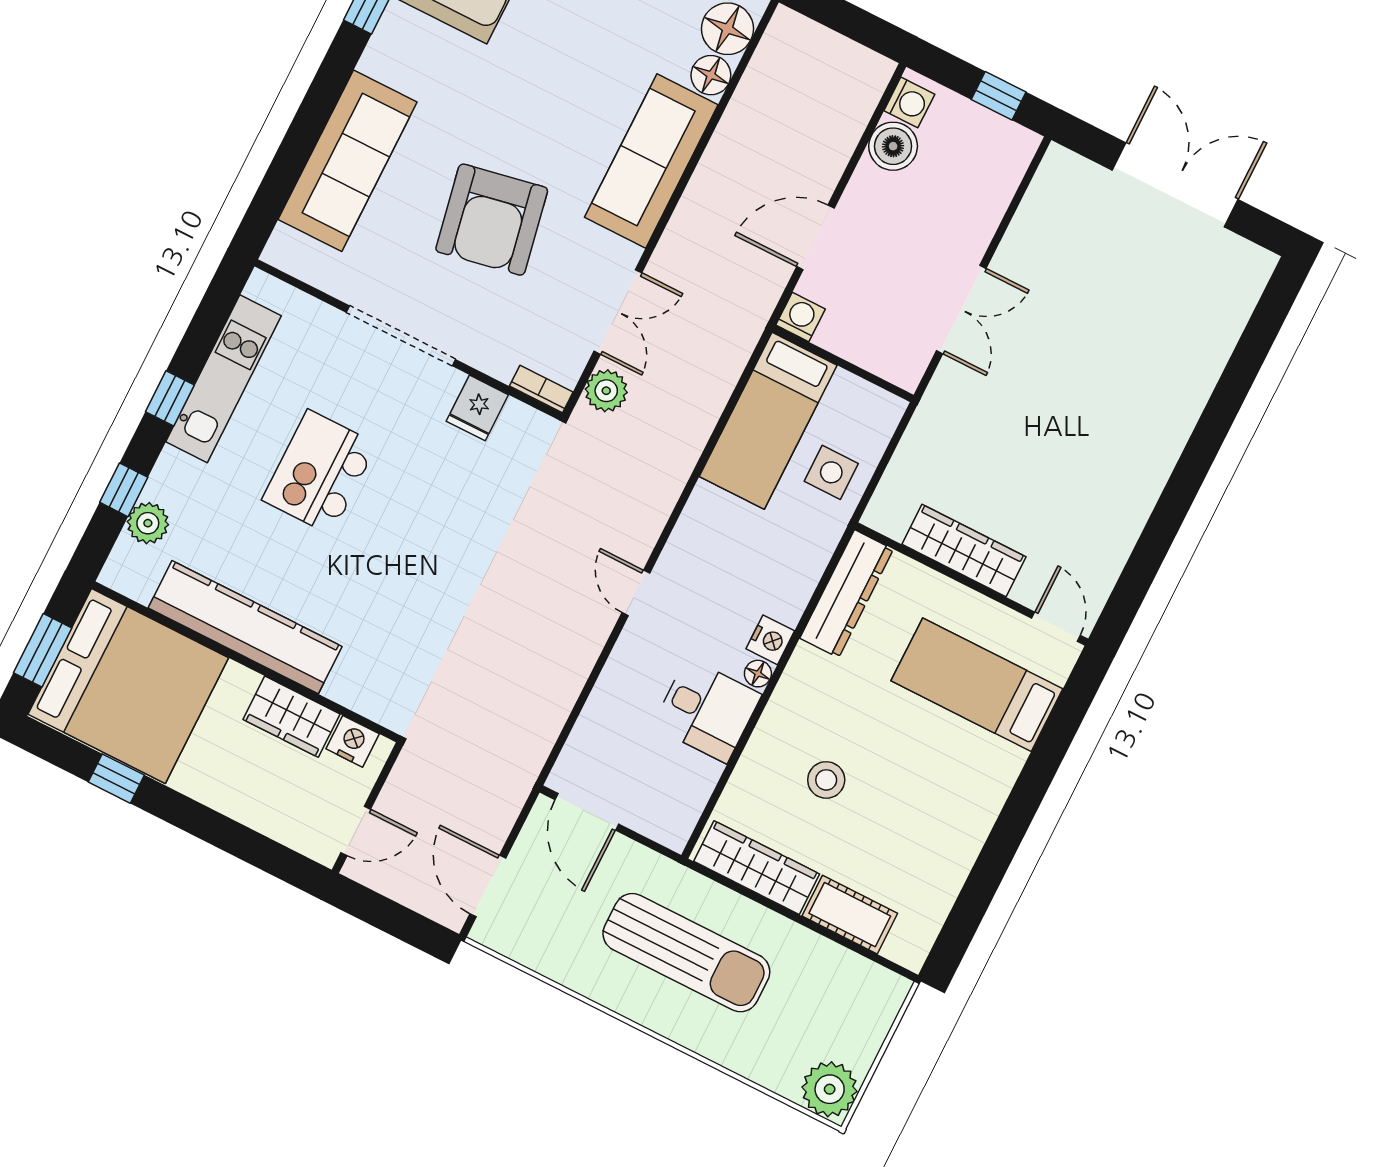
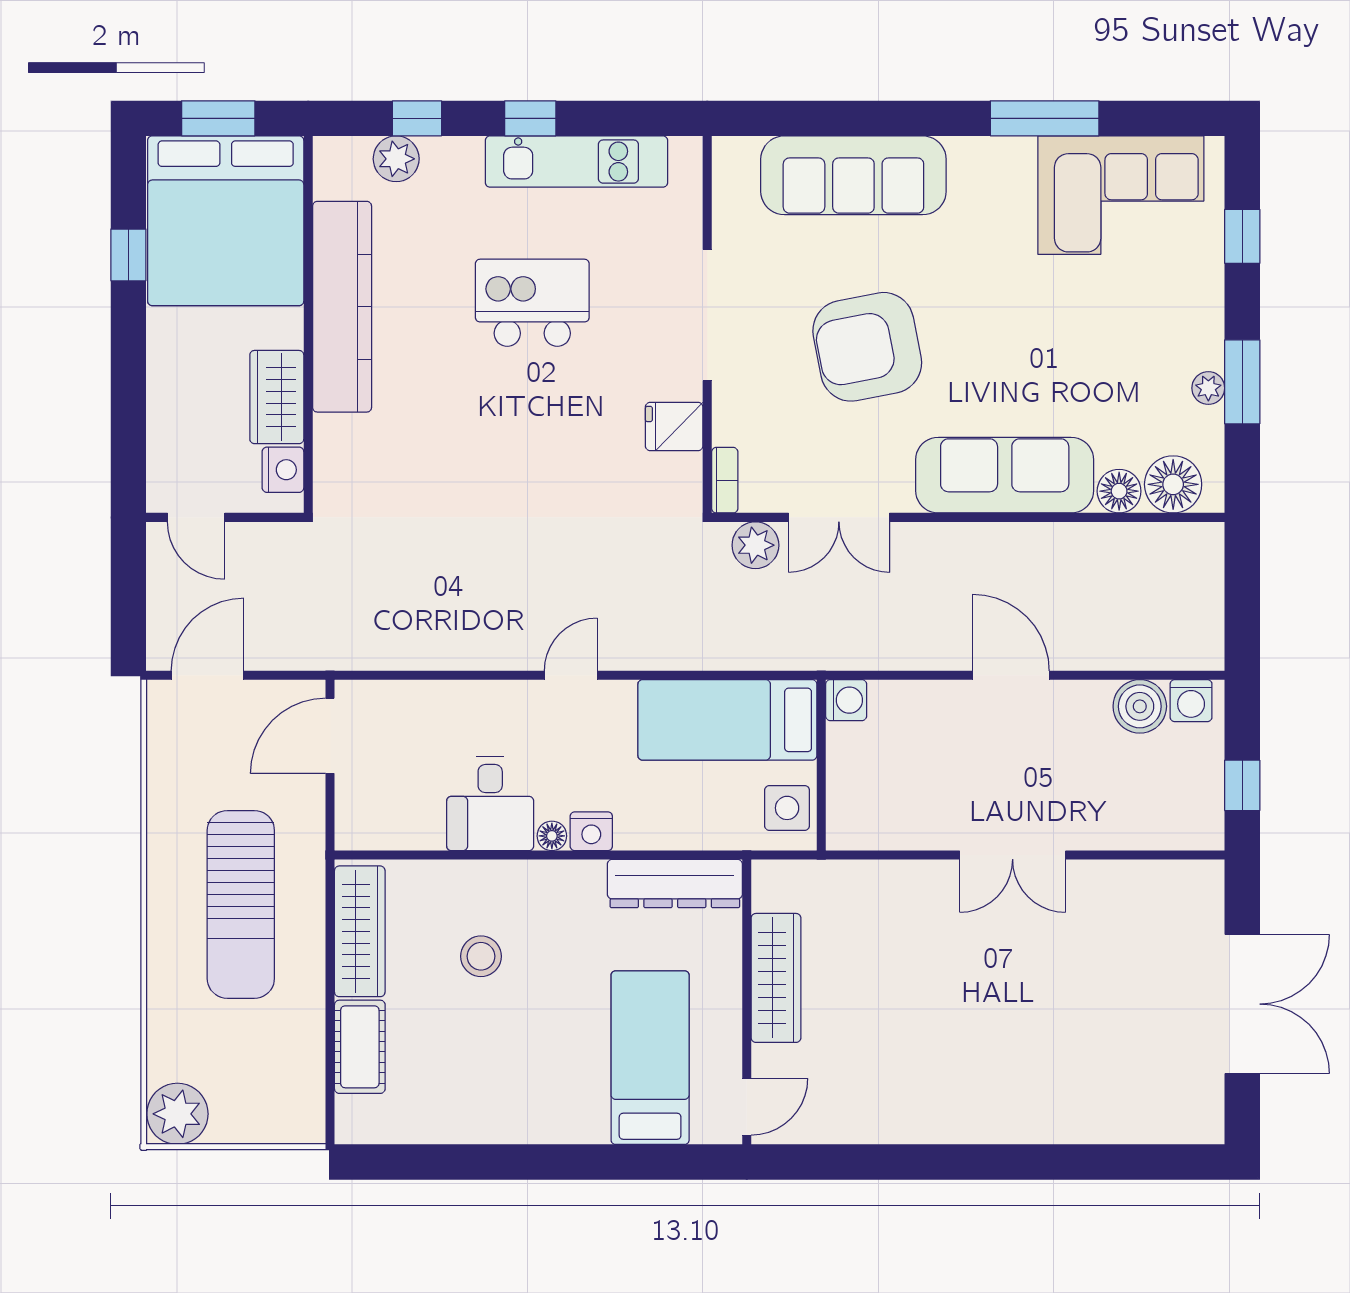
washing machine: (800, 317) -> (846, 700), moved
wall: (843, 364) -> (821, 765), moved
bed: (768, 421) -> (727, 720), moved

